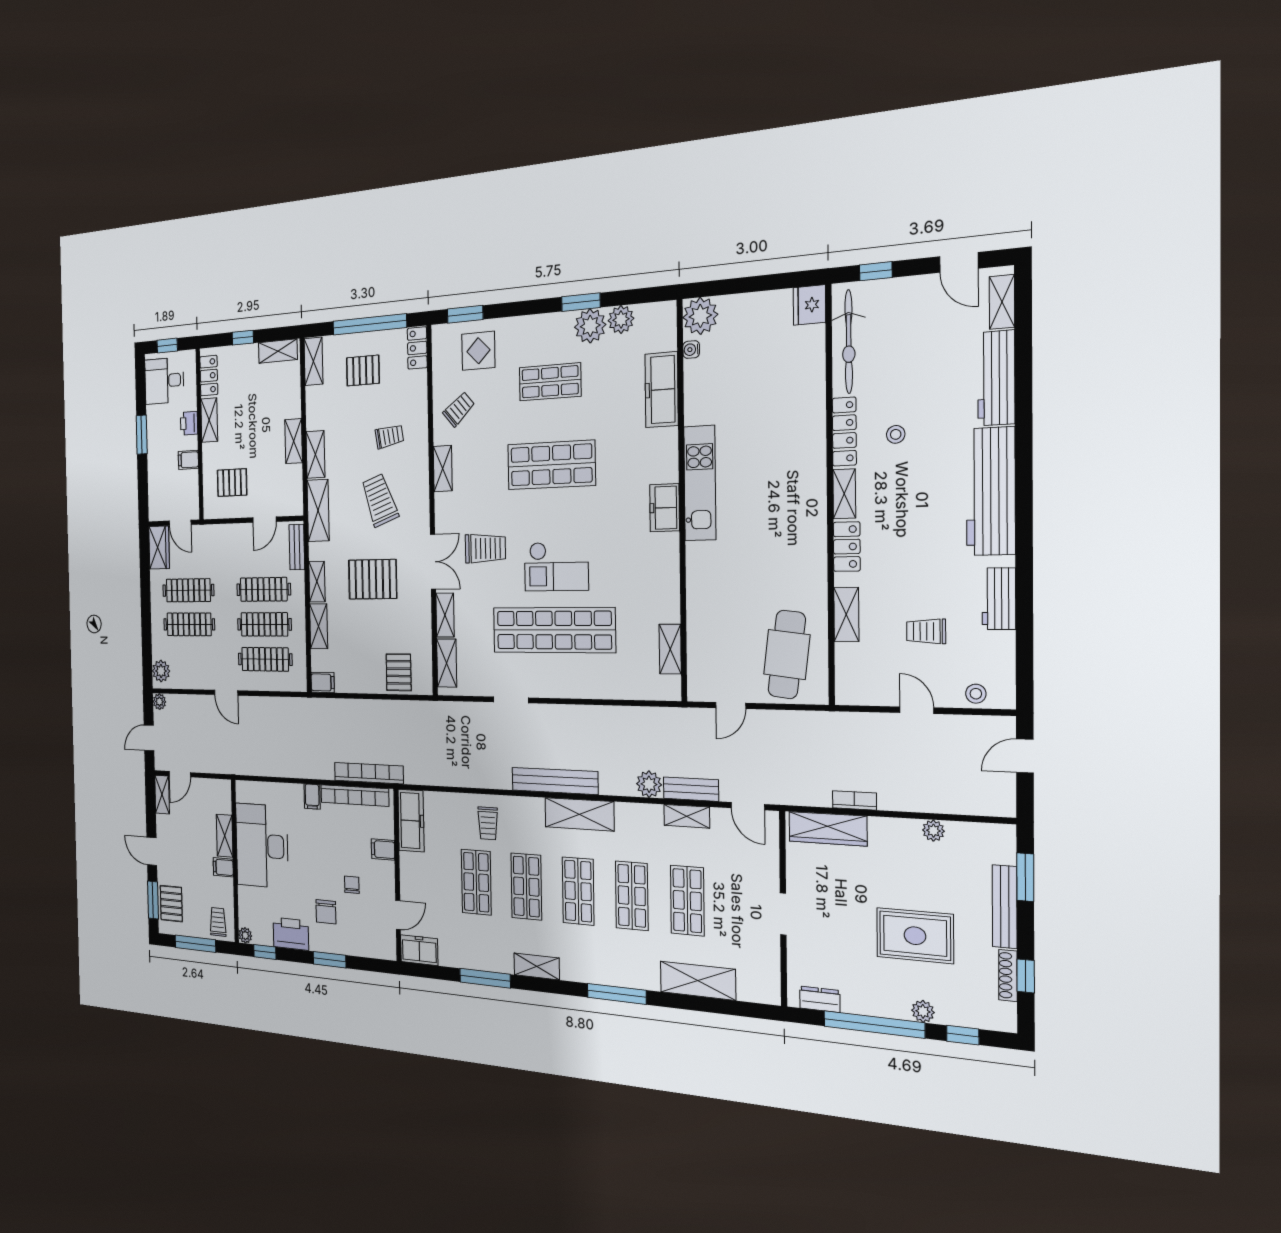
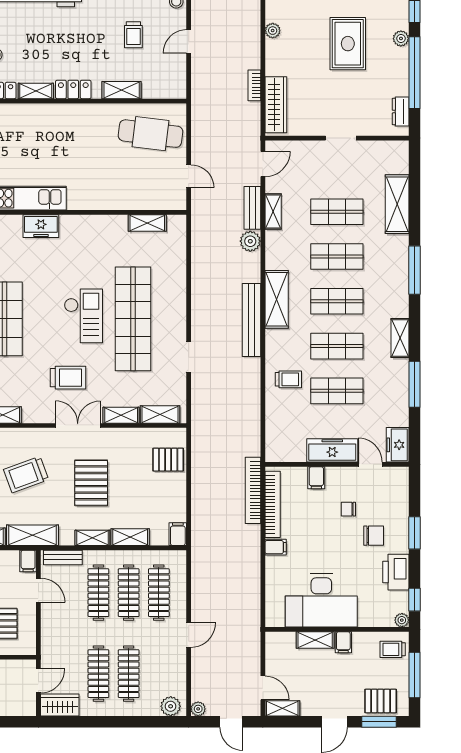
filing cabinet: (293, 506) -> (28, 561), added
trolley: (485, 548) -> (68, 378), turned 90
freezer: (411, 821) -> (332, 450), moved

